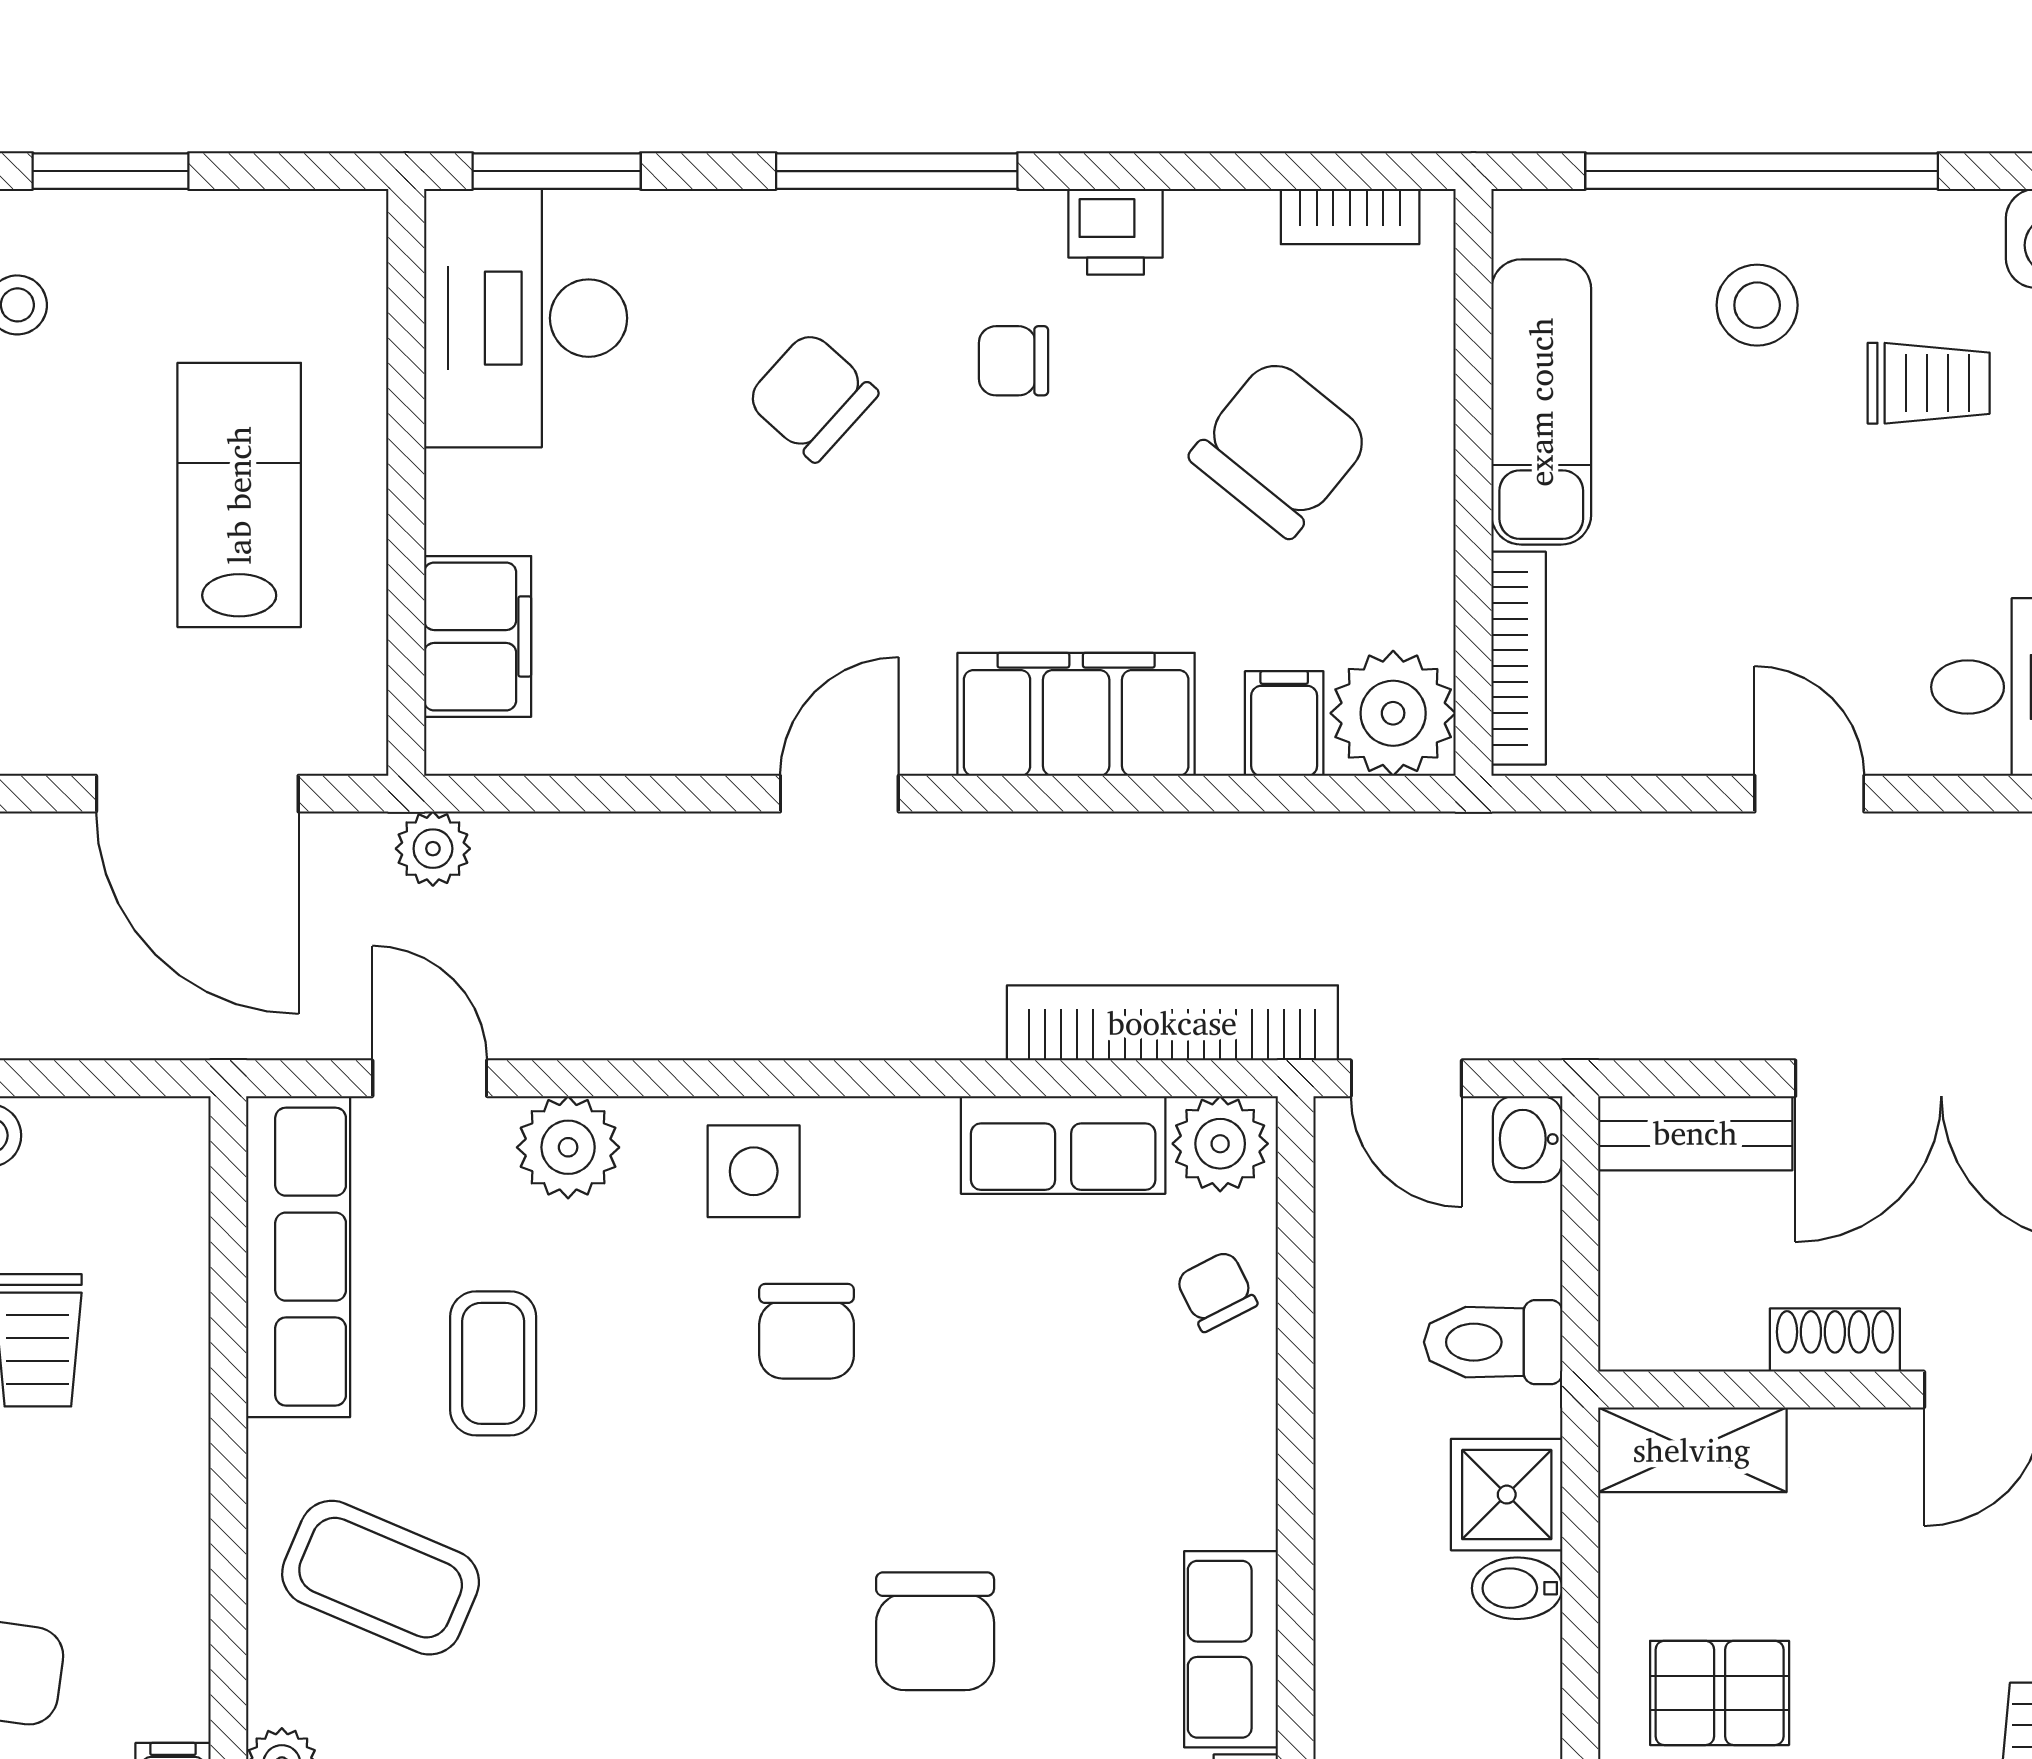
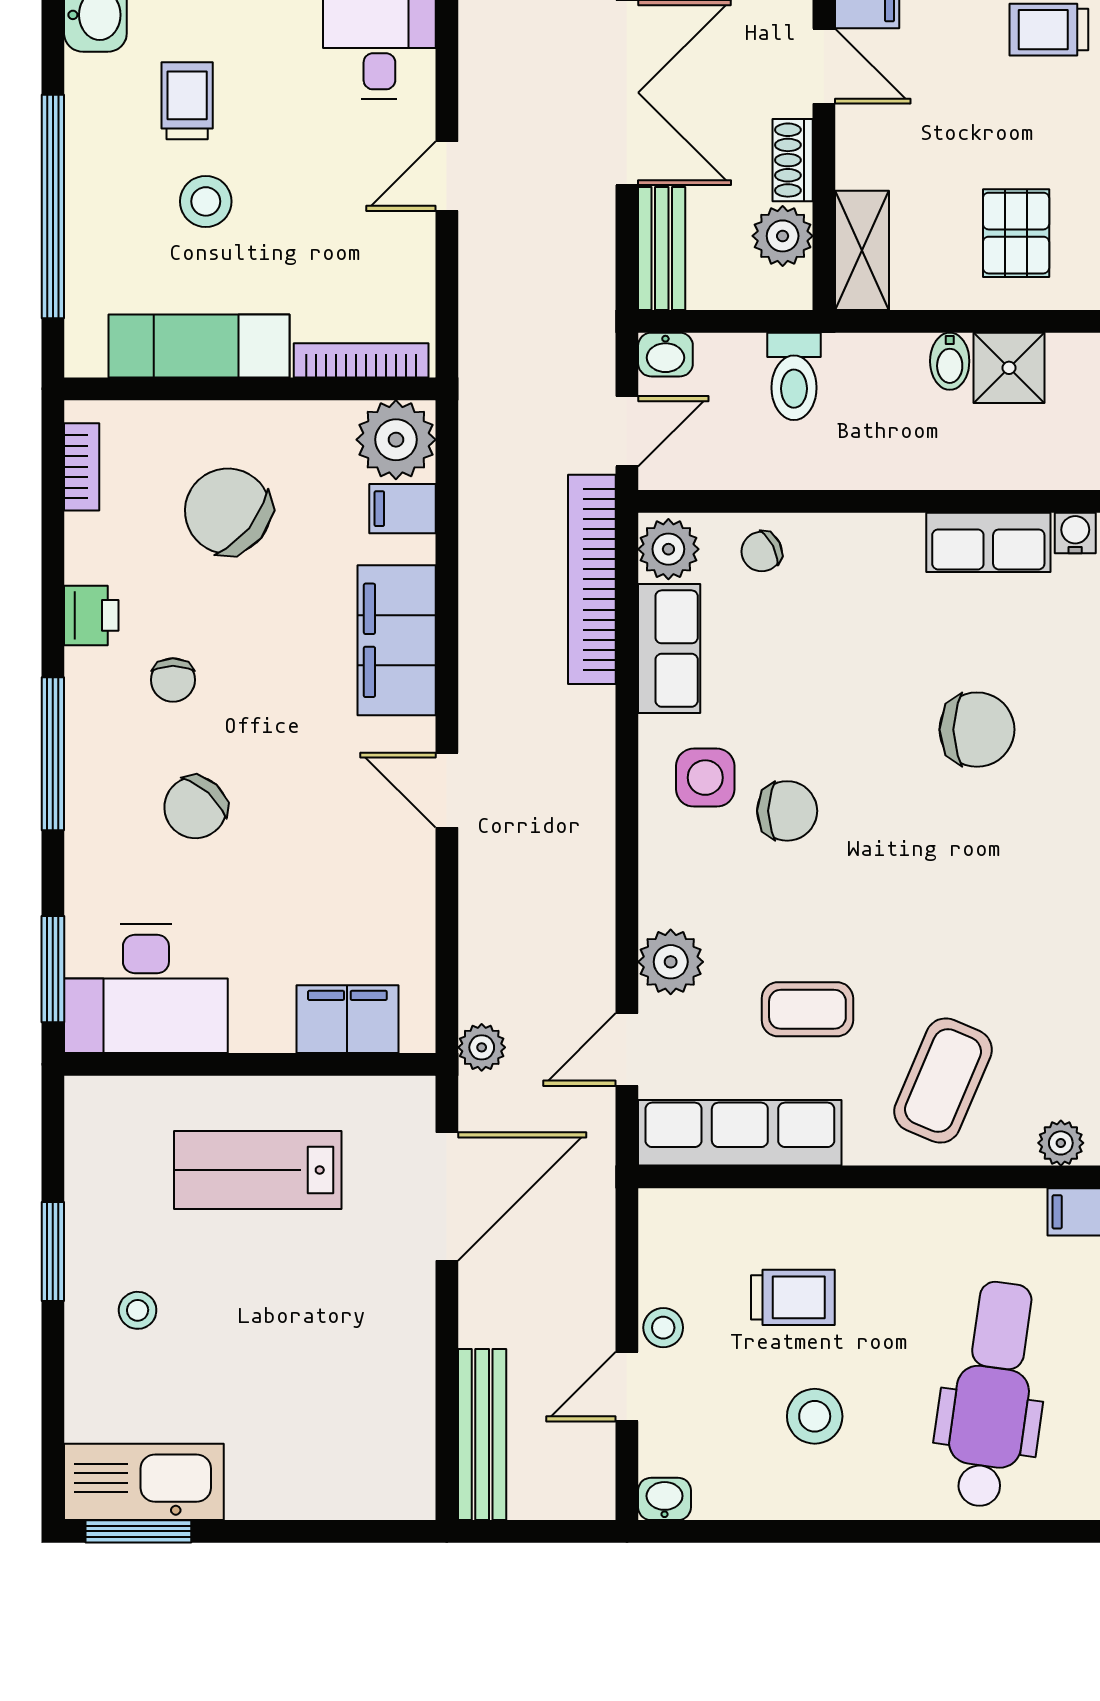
stool: (1757, 305) -> (206, 201), moved
side table: (754, 1171) -> (705, 778), moved
plant: (1715, 1324) -> (783, 236), added
shower: (1507, 1495) -> (1009, 368), moved

